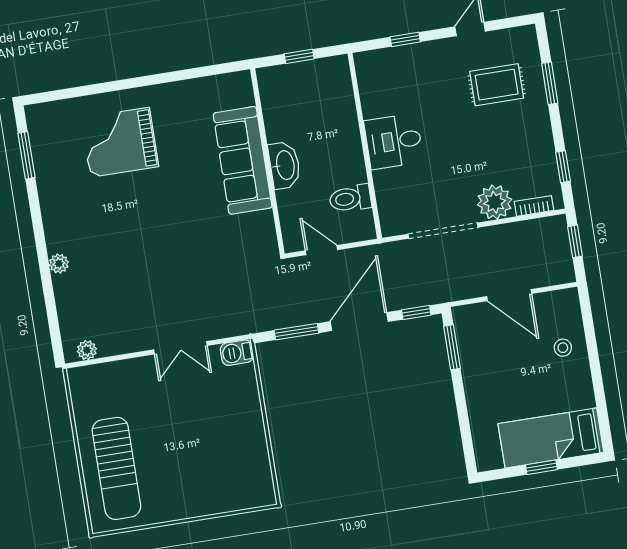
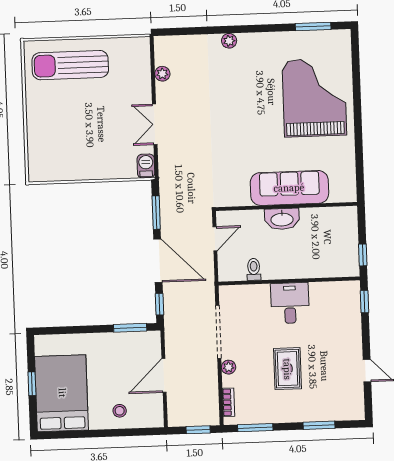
window: (405, 39) -> (365, 302), moved
window: (299, 56) -> (363, 255), moved
rug: (497, 85) -> (287, 369), moved
grand piano: (120, 142) -> (314, 98), width x1.37, depth x1.48
window: (563, 167) -> (255, 428), width x1.50
toilet: (350, 198) -> (254, 269), width x0.73, depth x0.72
plant: (495, 202) -> (229, 367), width x0.53, depth x0.53
plant: (87, 350) -> (162, 74), moved
bed: (551, 438) -> (62, 393), width x1.50

